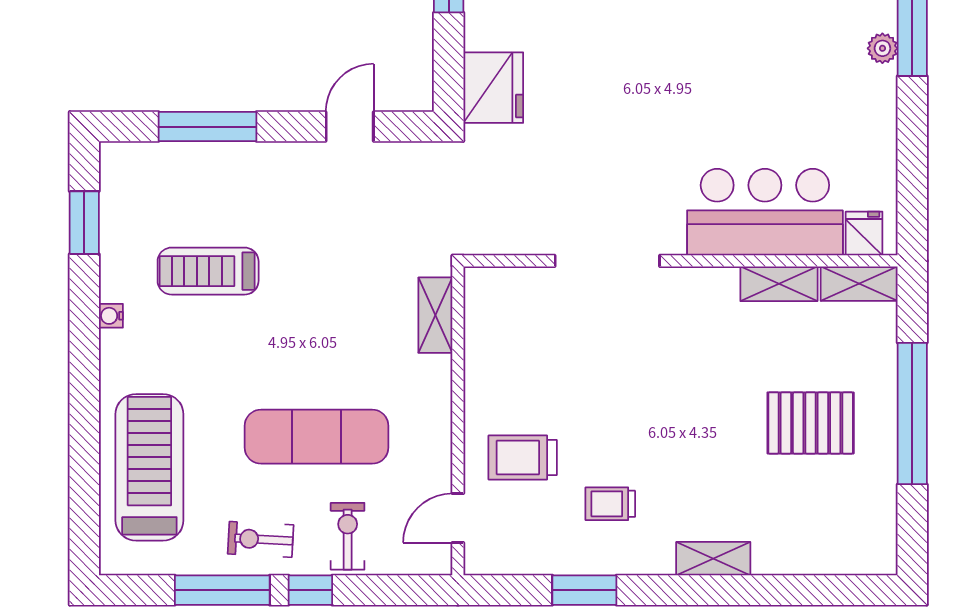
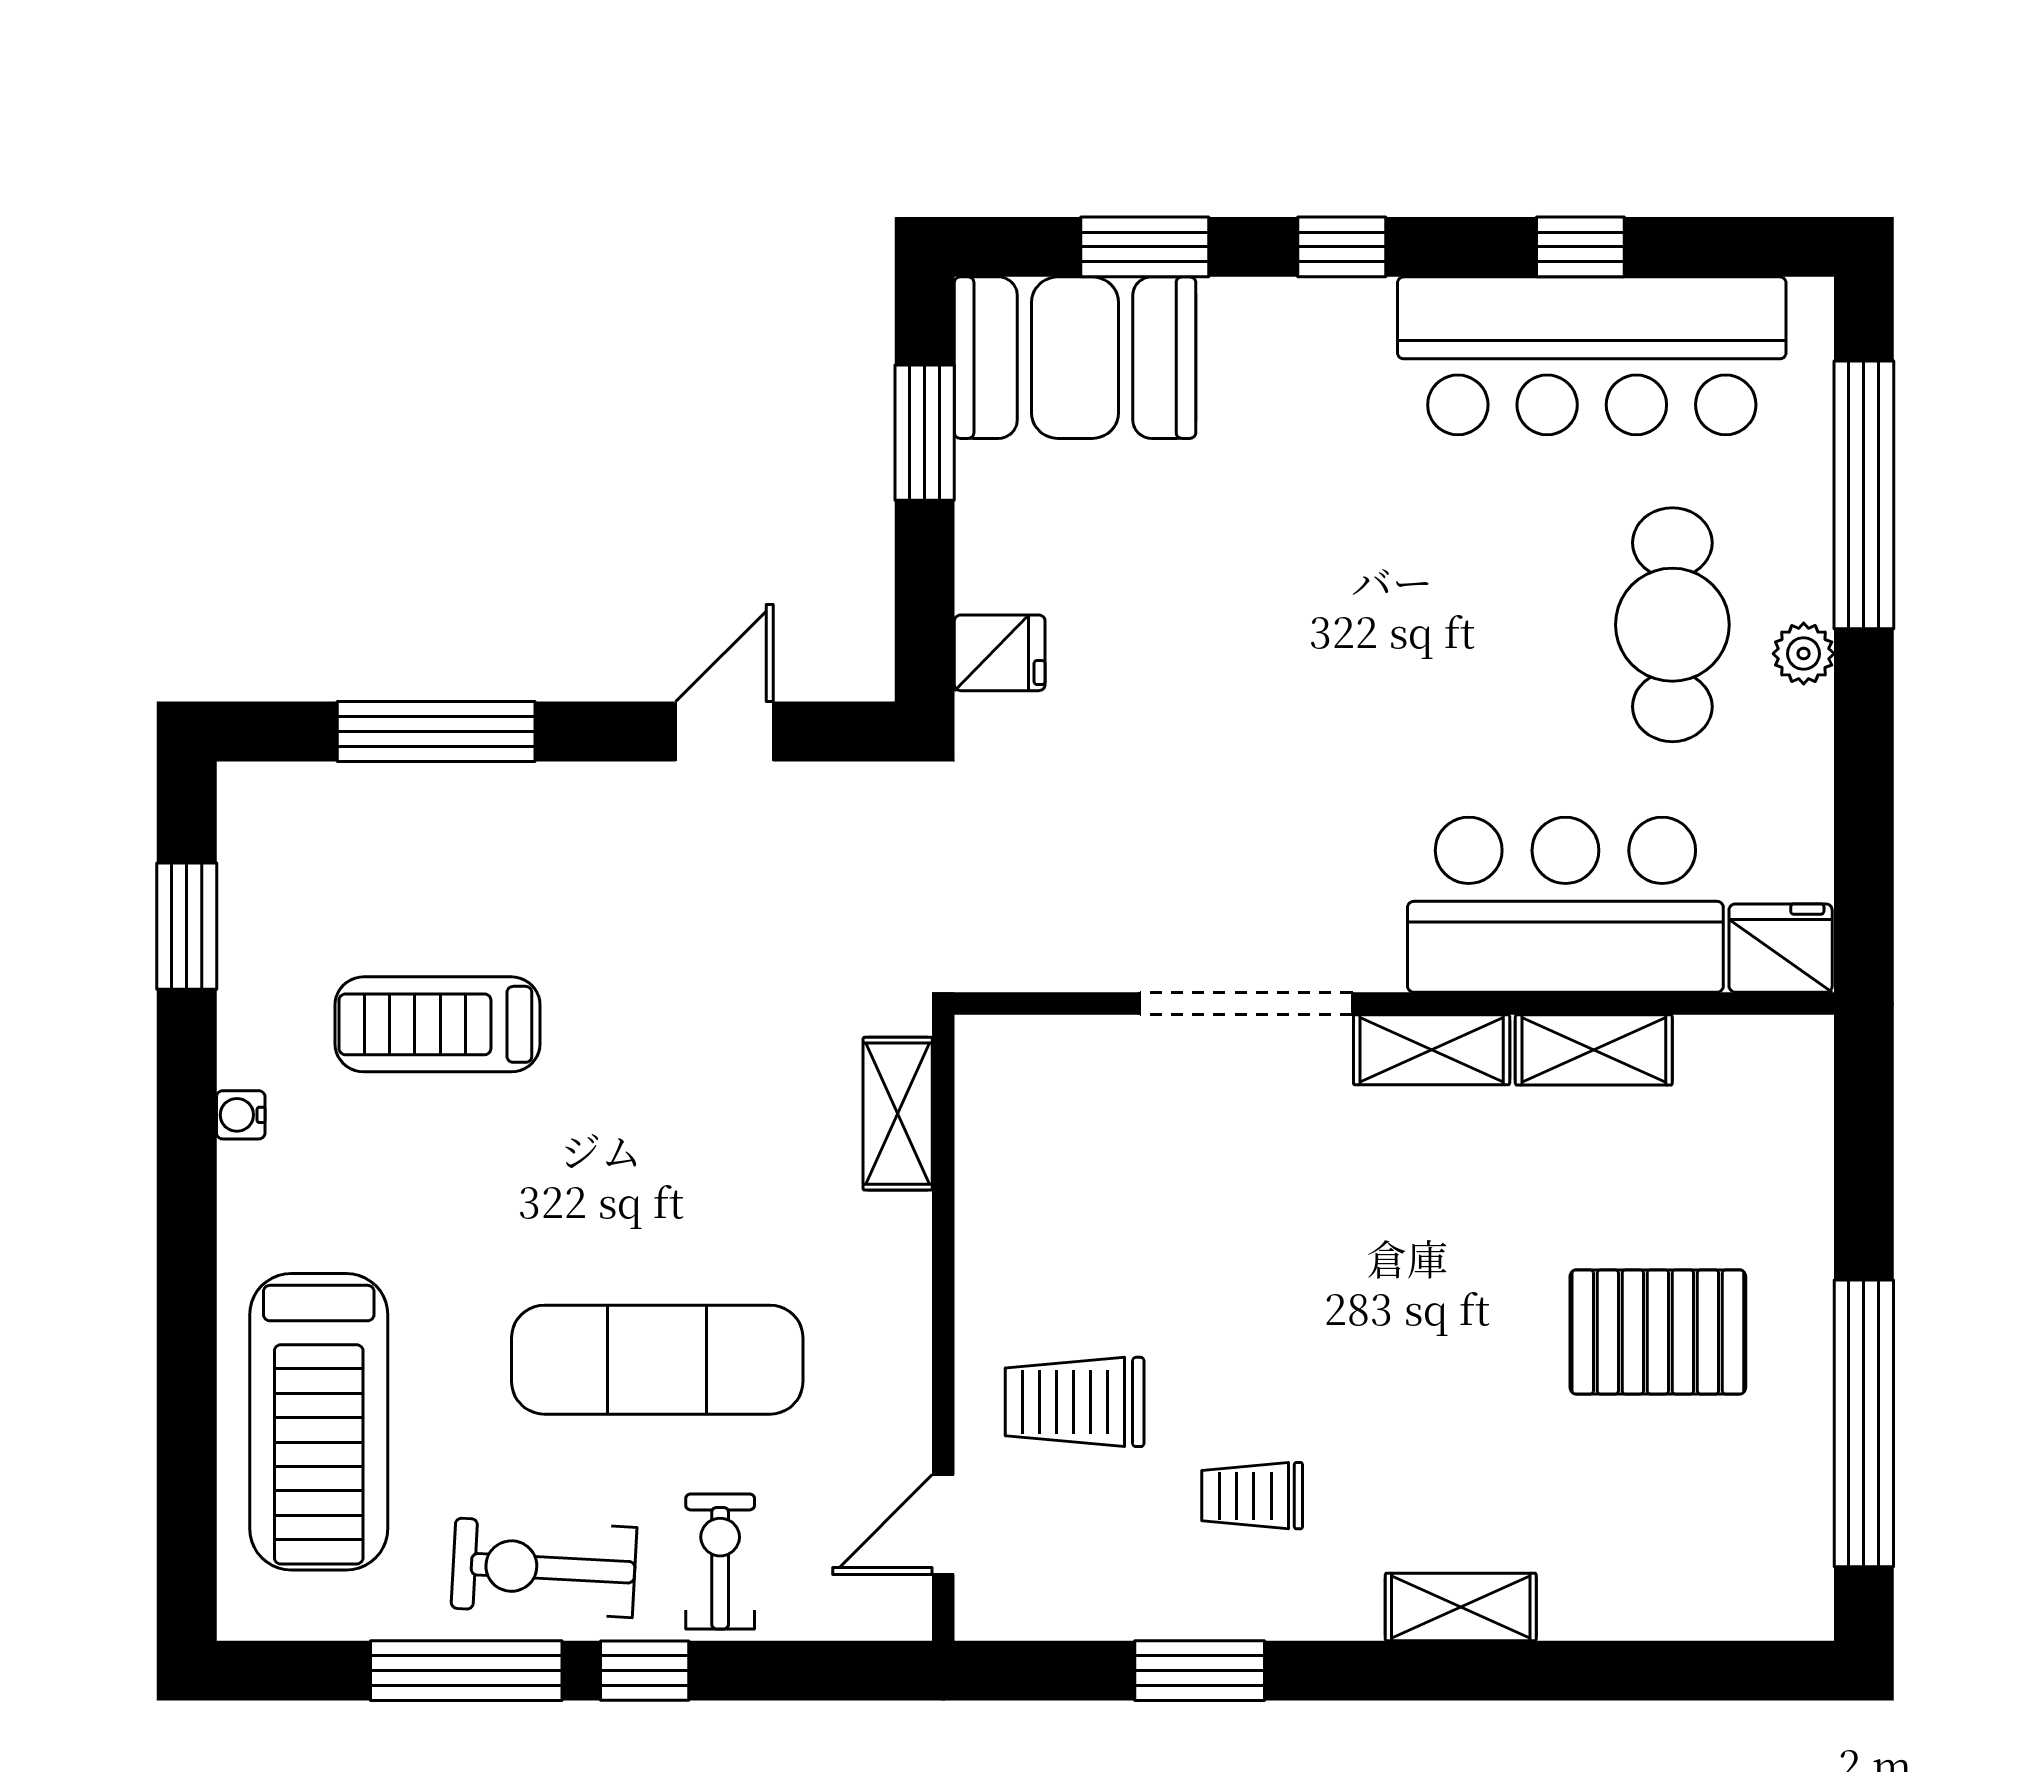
plant: (882, 48) -> (1804, 654), moved
cafe table: (818, 74) -> (1672, 625), added
fridge: (493, 88) -> (1000, 653), width x0.53, depth x0.75
fridge: (864, 233) -> (1781, 948), width x1.38
shelving: (859, 284) -> (1432, 1050), moved
window: (912, 413) -> (1864, 1423), moved
treadmill: (149, 467) -> (319, 1422), turned 180
exercise bike: (261, 539) -> (544, 1568), width x1.38, depth x1.39

